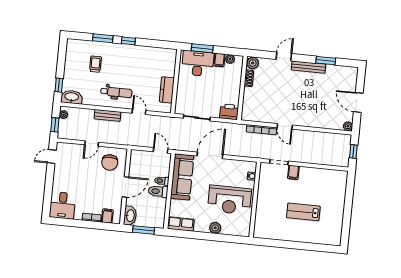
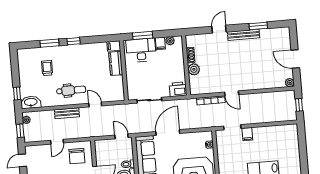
filing cabinet: (170, 54) -> (114, 46), added
plant: (253, 63) -> (194, 69), moved
kitchen counter: (167, 90) -> (116, 63), moved

